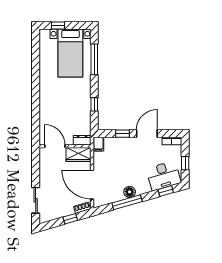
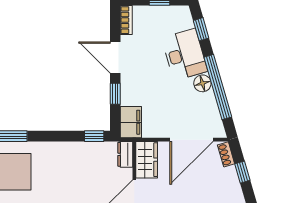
window: (94, 104) -> (94, 136), moved
filing cabinet: (98, 144) -> (131, 122), width x2.00
desk: (164, 176) -> (185, 55), moved
window: (127, 202) -> (218, 87), width x1.46

